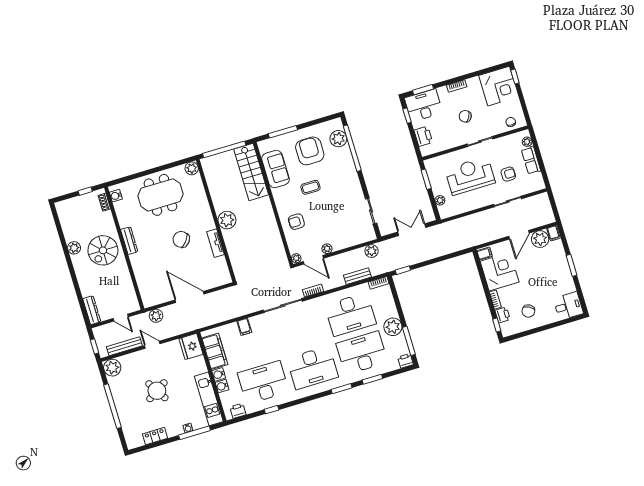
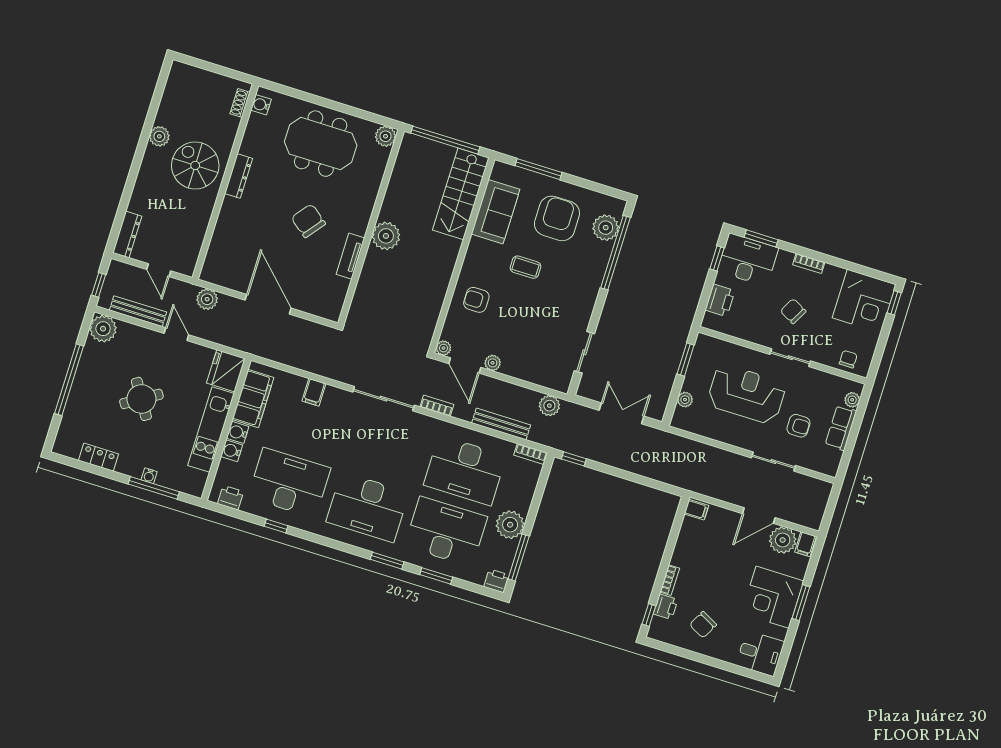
window: (85, 191) -> (225, 71), removed
spiral stairs: (103, 250) -> (195, 165), turned 90
corner desk: (500, 272) -> (772, 597), moved, turned 180
bench: (357, 276) -> (501, 424), width x1.36
kitchen unit: (209, 399) -> (211, 429), moved

